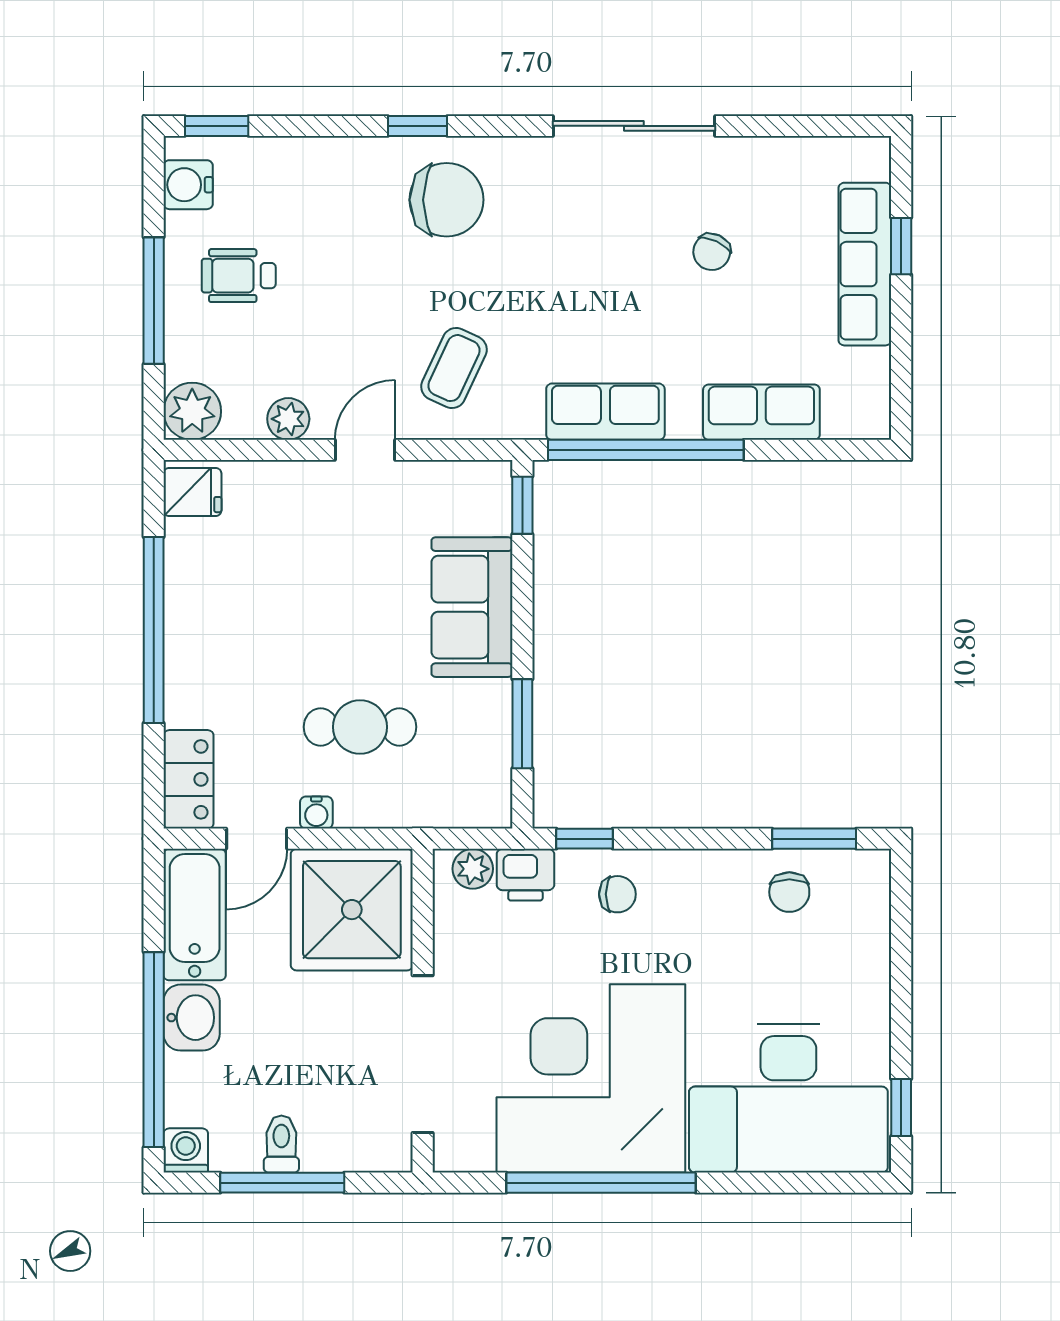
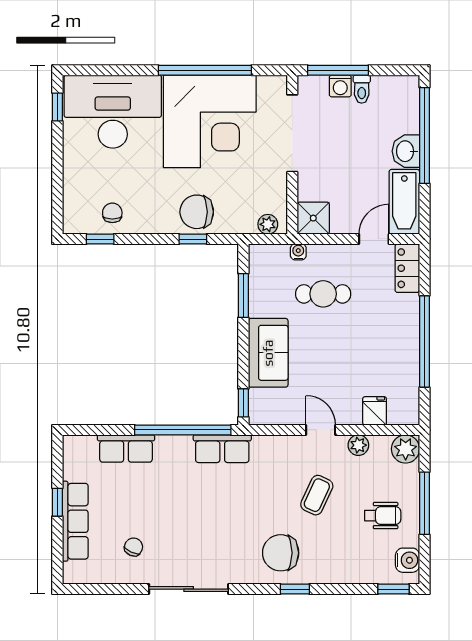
window: (901, 246) -> (57, 502), moved
chair: (712, 252) -> (134, 547), moved
coffee table: (454, 368) -> (317, 495), moved
row of seats: (605, 412) -> (222, 449), moved
door: (365, 450) -> (321, 430), swing flipped
fridge: (192, 492) -> (375, 411), moved, turned 90
water cooler: (316, 813) -> (298, 252), moved
window: (585, 839) -> (193, 239), moved
window: (814, 839) -> (100, 239), width x0.67
printer: (525, 875) -> (242, 221), removed
chair: (617, 894) -> (197, 212), width x1.87, depth x1.87
shower: (352, 910) -> (313, 218), width x0.54, depth x0.54
washing machine: (186, 1150) -> (340, 86), moved
window: (282, 1183) -> (338, 70), moved

